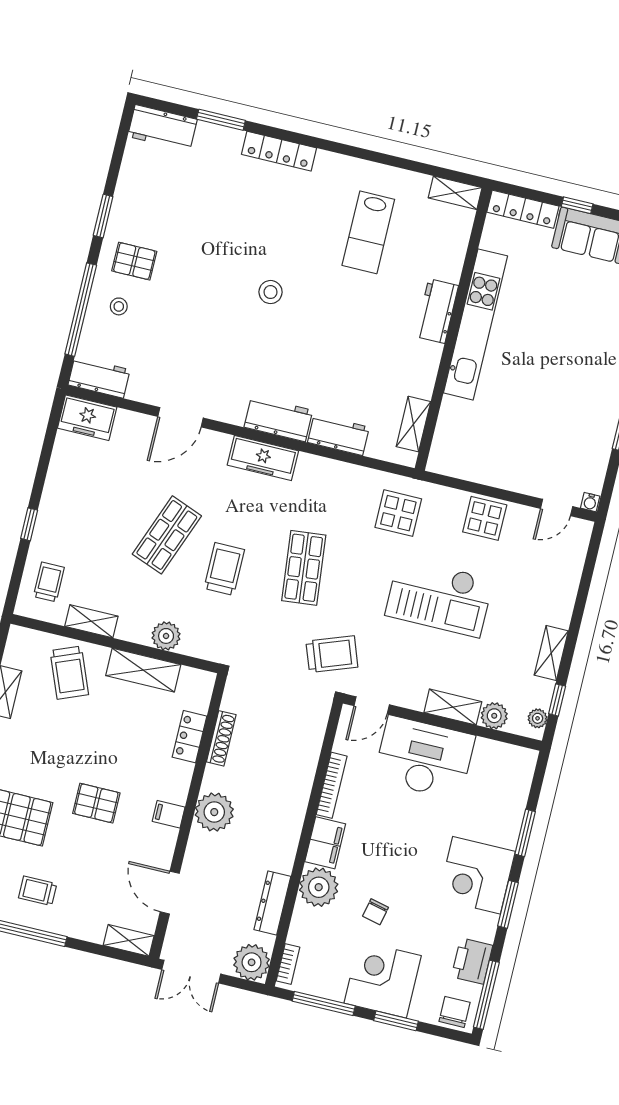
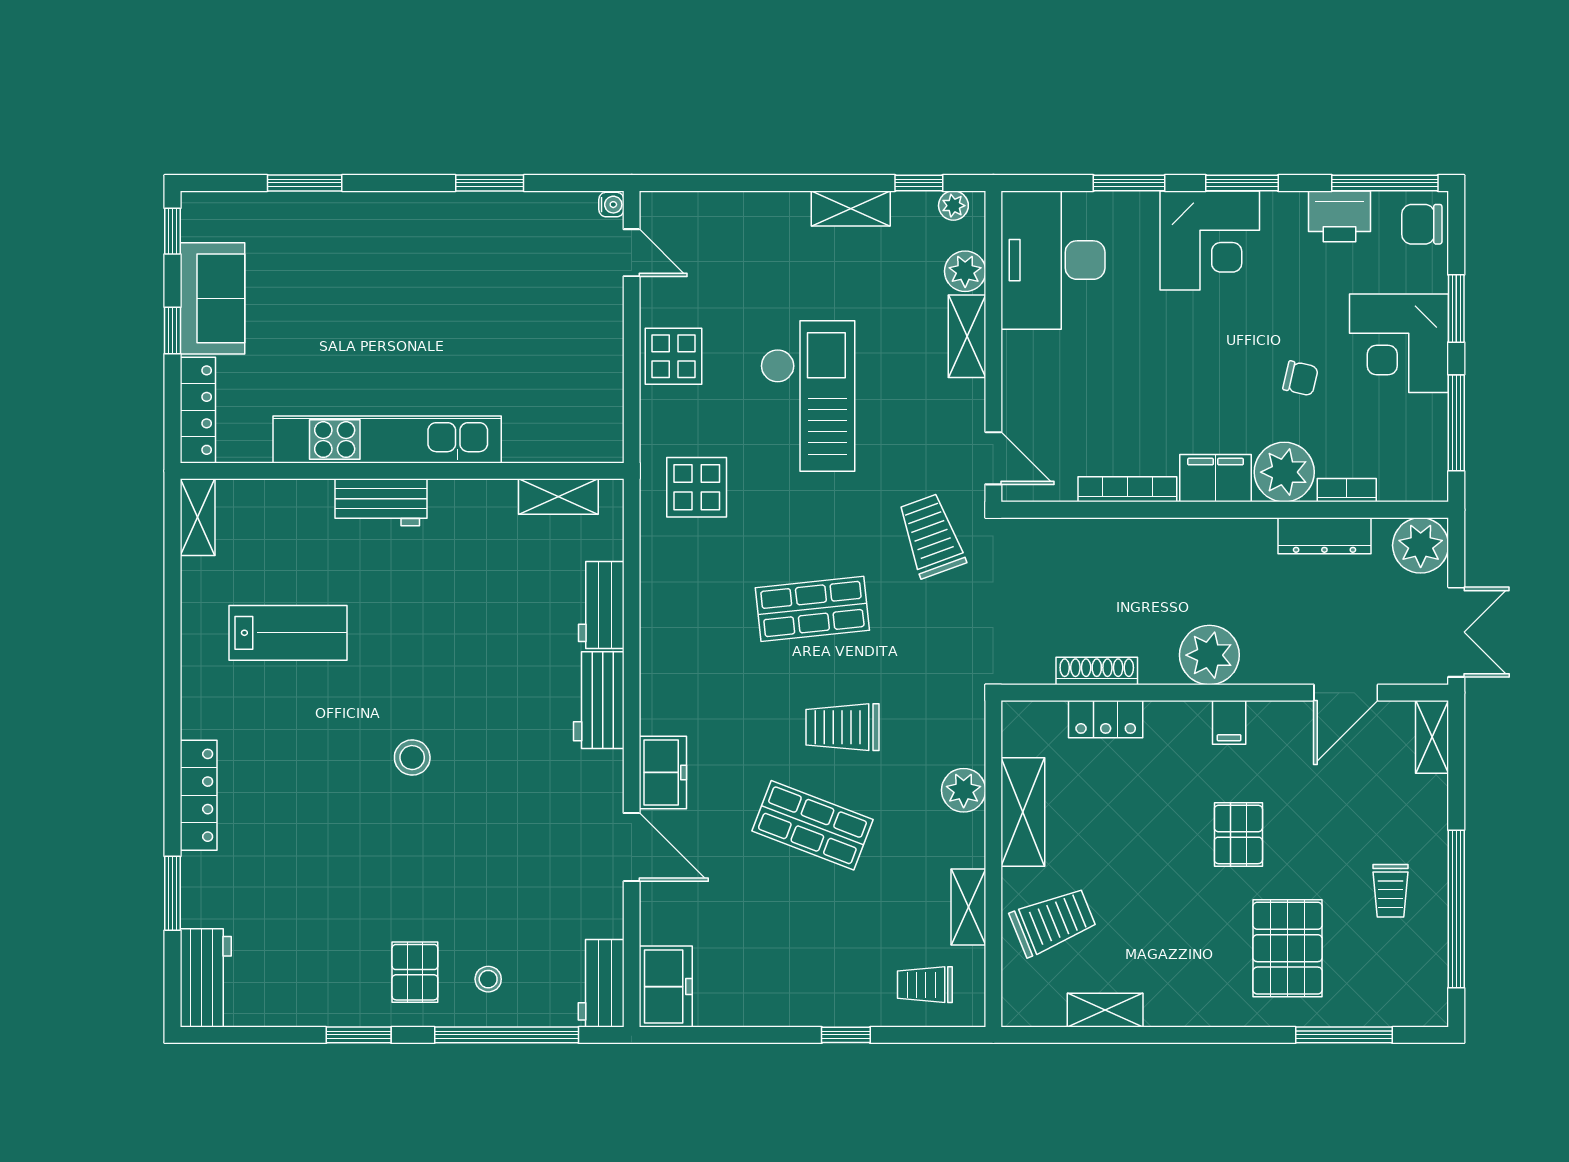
freezer: (263, 458) -> (663, 772), moved, width x0.71
desk: (424, 758) -> (1053, 260), moved
bookcase: (288, 964) -> (1347, 490), moved

